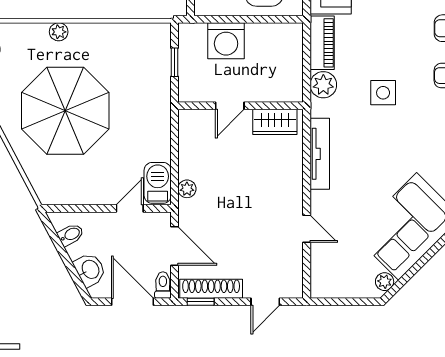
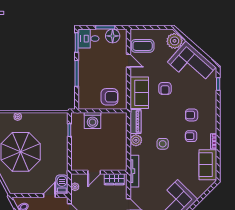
door: (230, 106) -> (94, 172), moved
wall: (241, 106) -> (99, 172), moved
wardrobe: (275, 122) -> (114, 179), moved

